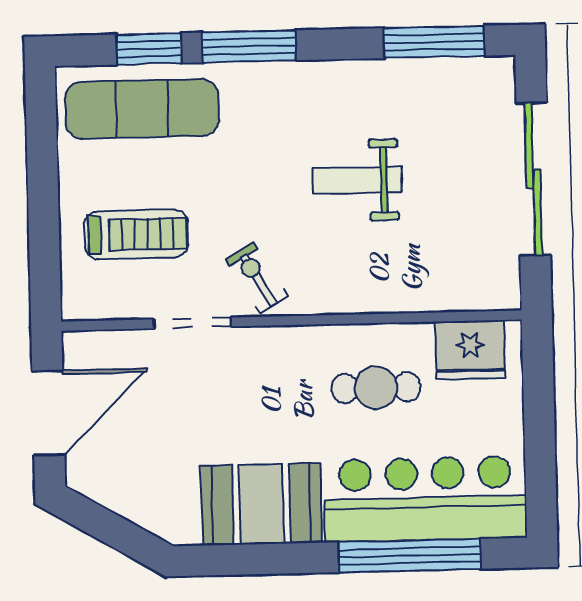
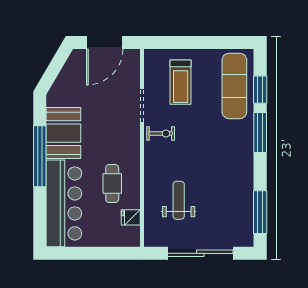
weight bench: (357, 180) -> (179, 200), moved
exercise bike: (257, 278) -> (161, 134), turned 31
fridge: (470, 350) -> (131, 217), width x0.53, depth x0.75
door: (48, 413) -> (105, 43), hinge flipped
window: (409, 556) -> (40, 156), moved

